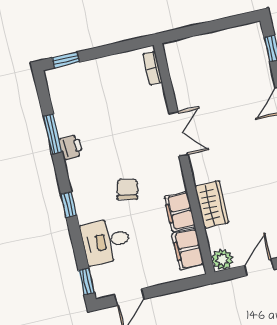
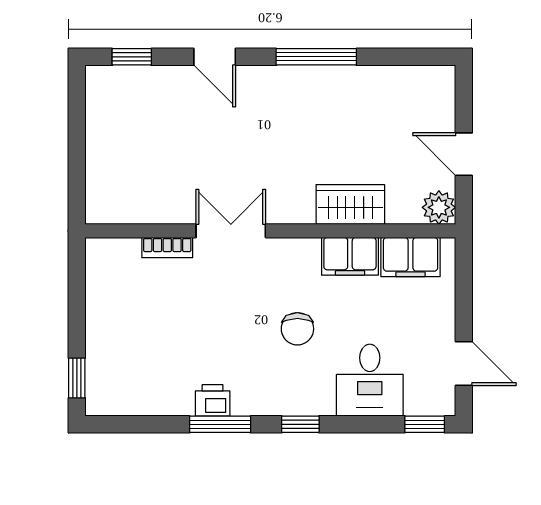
bookcase: (153, 68) -> (167, 247), moved
window: (53, 134) -> (220, 424), moved
chair: (127, 189) -> (297, 329), turned -103

